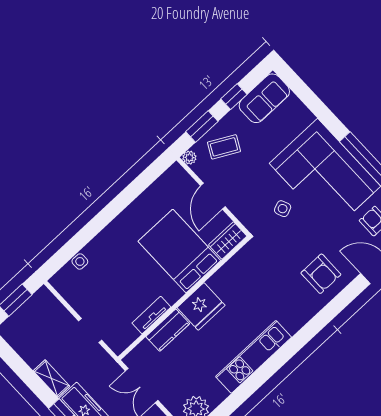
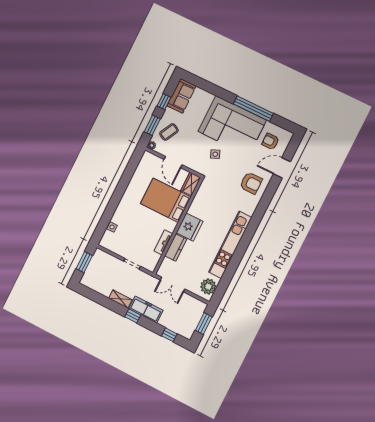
kitchen unit: (254, 357) -> (230, 245), width x1.36

